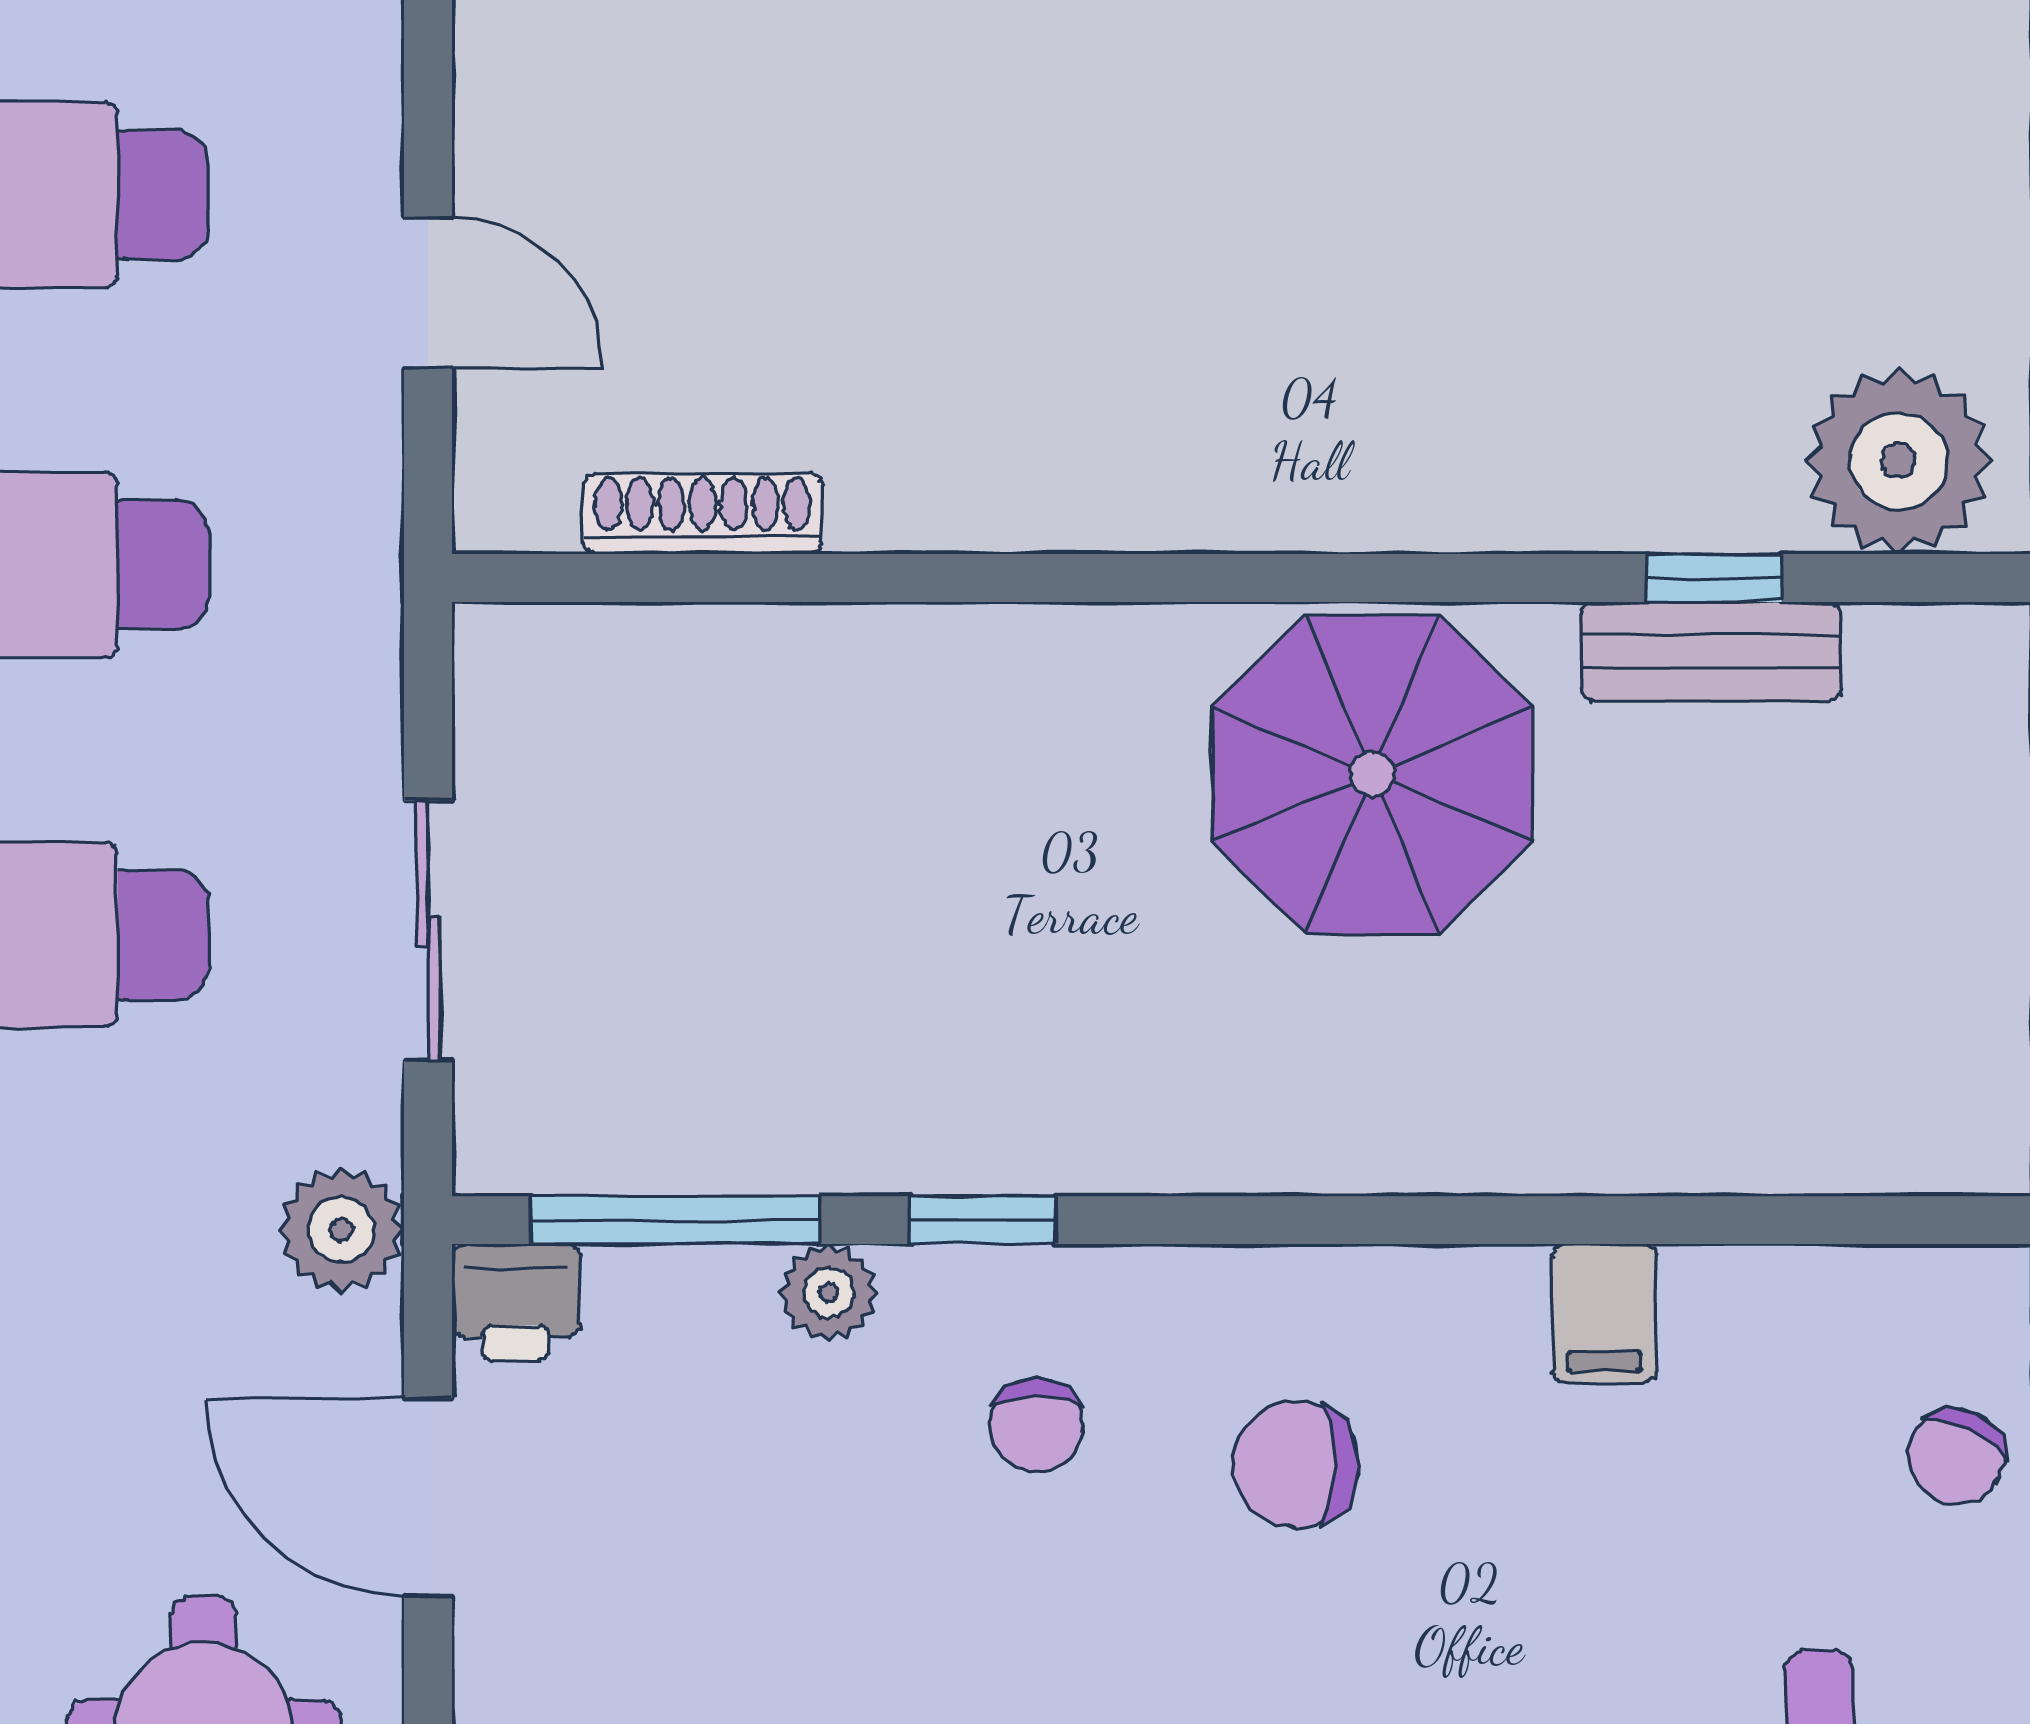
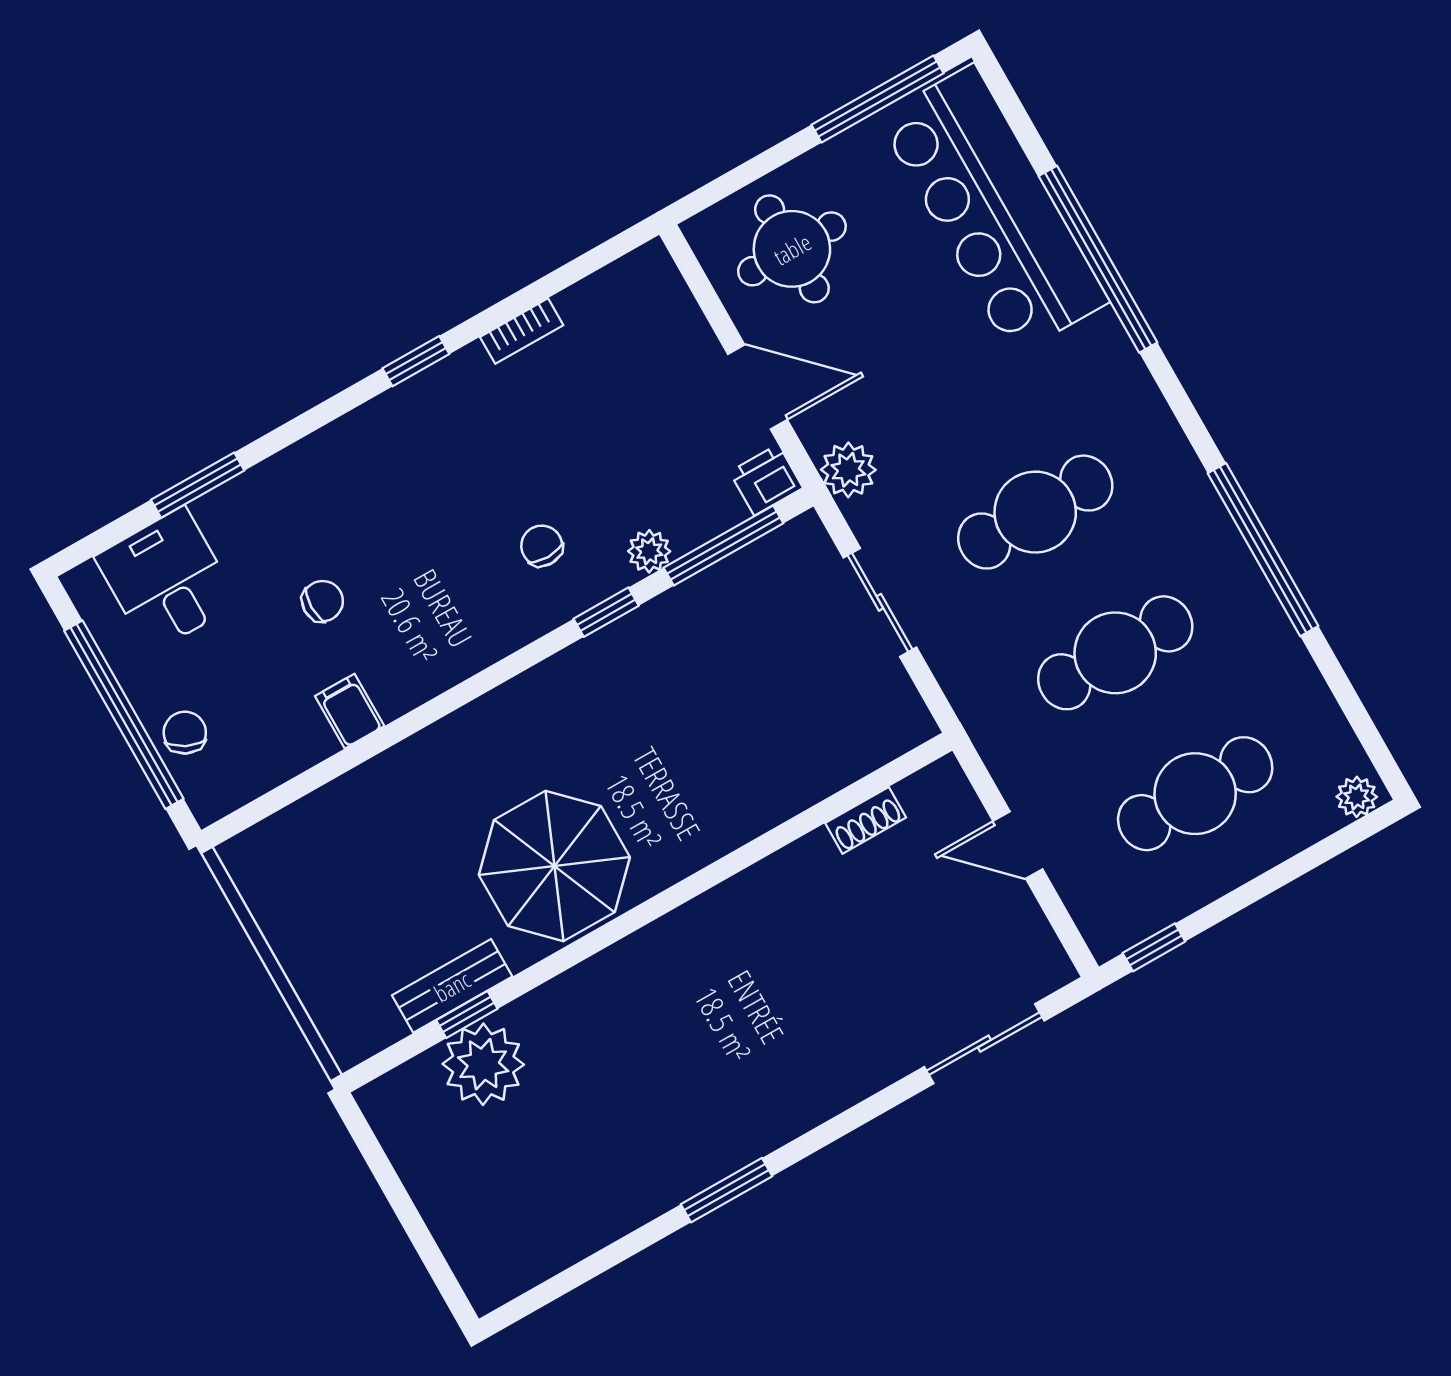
plant: (1899, 461) -> (483, 1064), moved
shoe rack: (703, 514) -> (866, 820), width x0.70
chair: (1296, 1465) -> (323, 601), moved, width x0.73, depth x0.73

